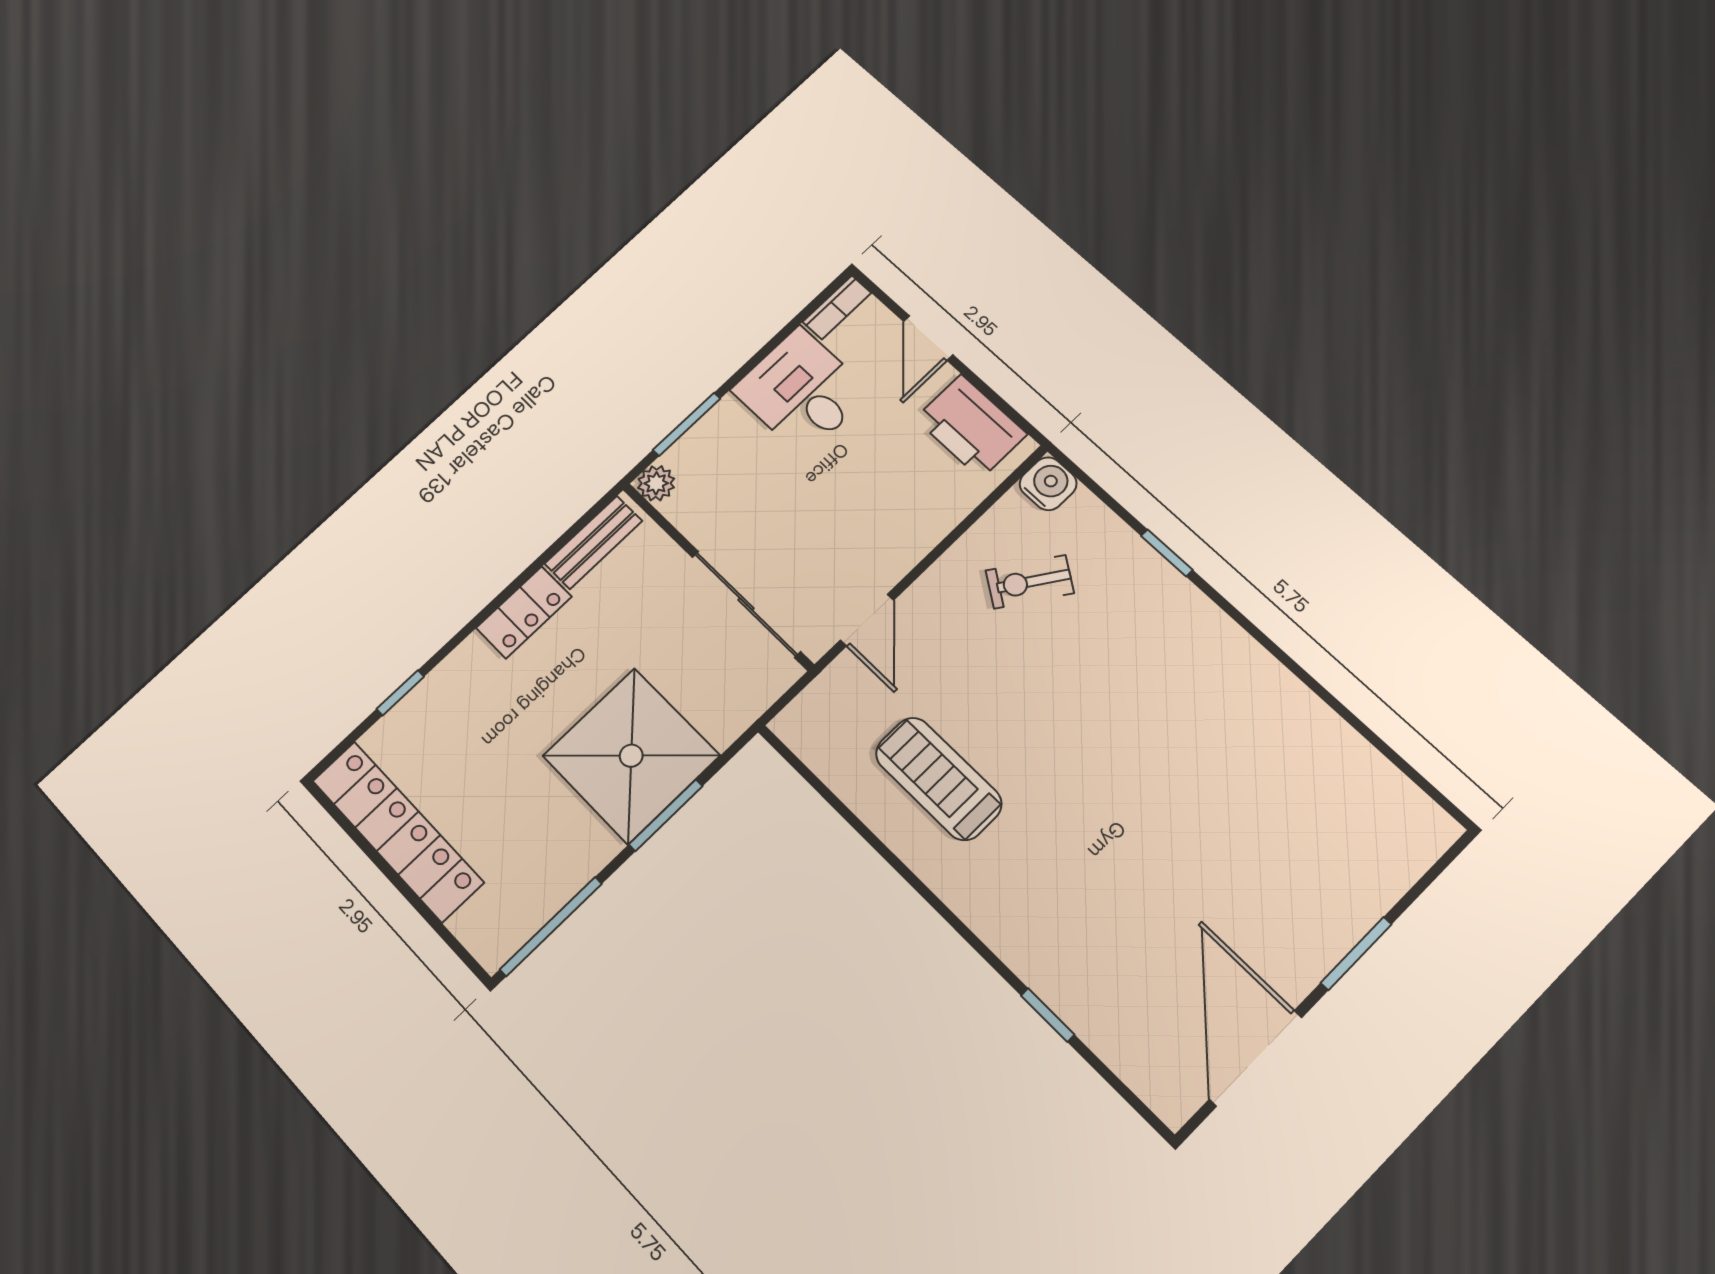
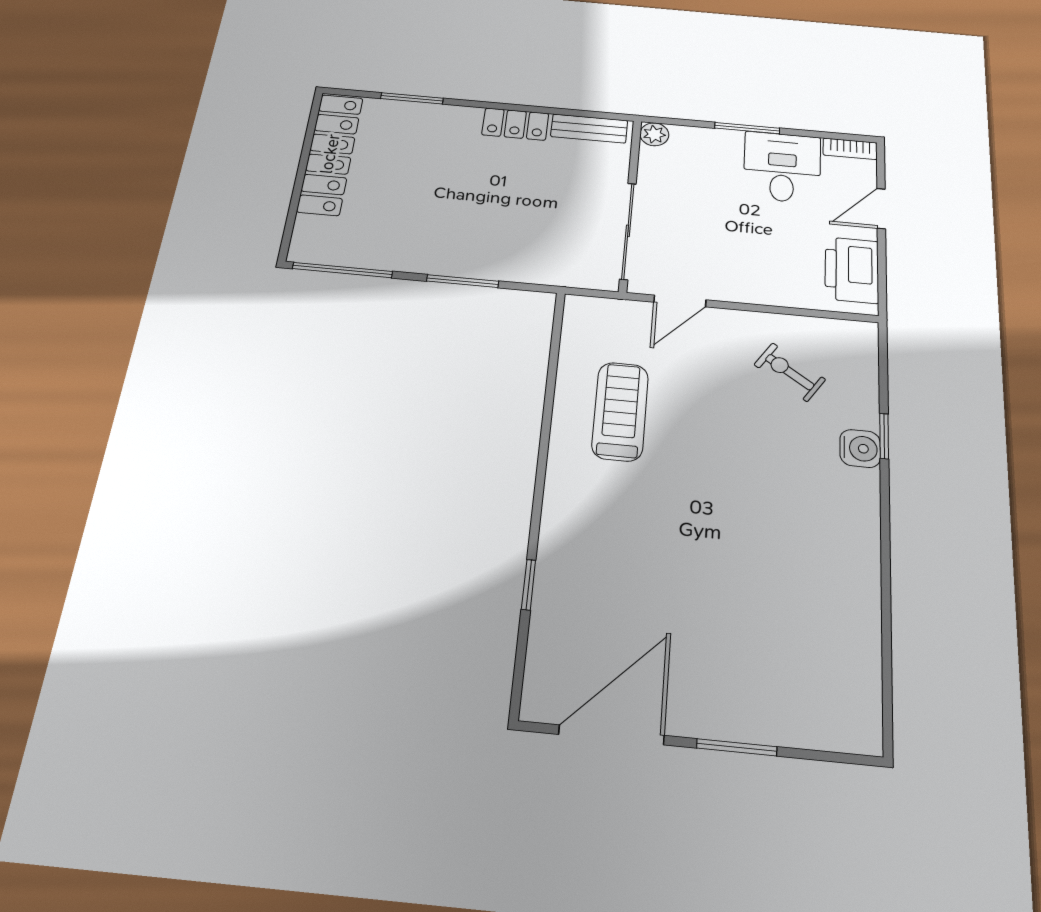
window: (687, 424) -> (747, 128), moved
water cooler: (1048, 484) -> (860, 448), moved
window: (400, 693) -> (412, 98), width x1.50
shower: (631, 756) -> (482, 238), removed

